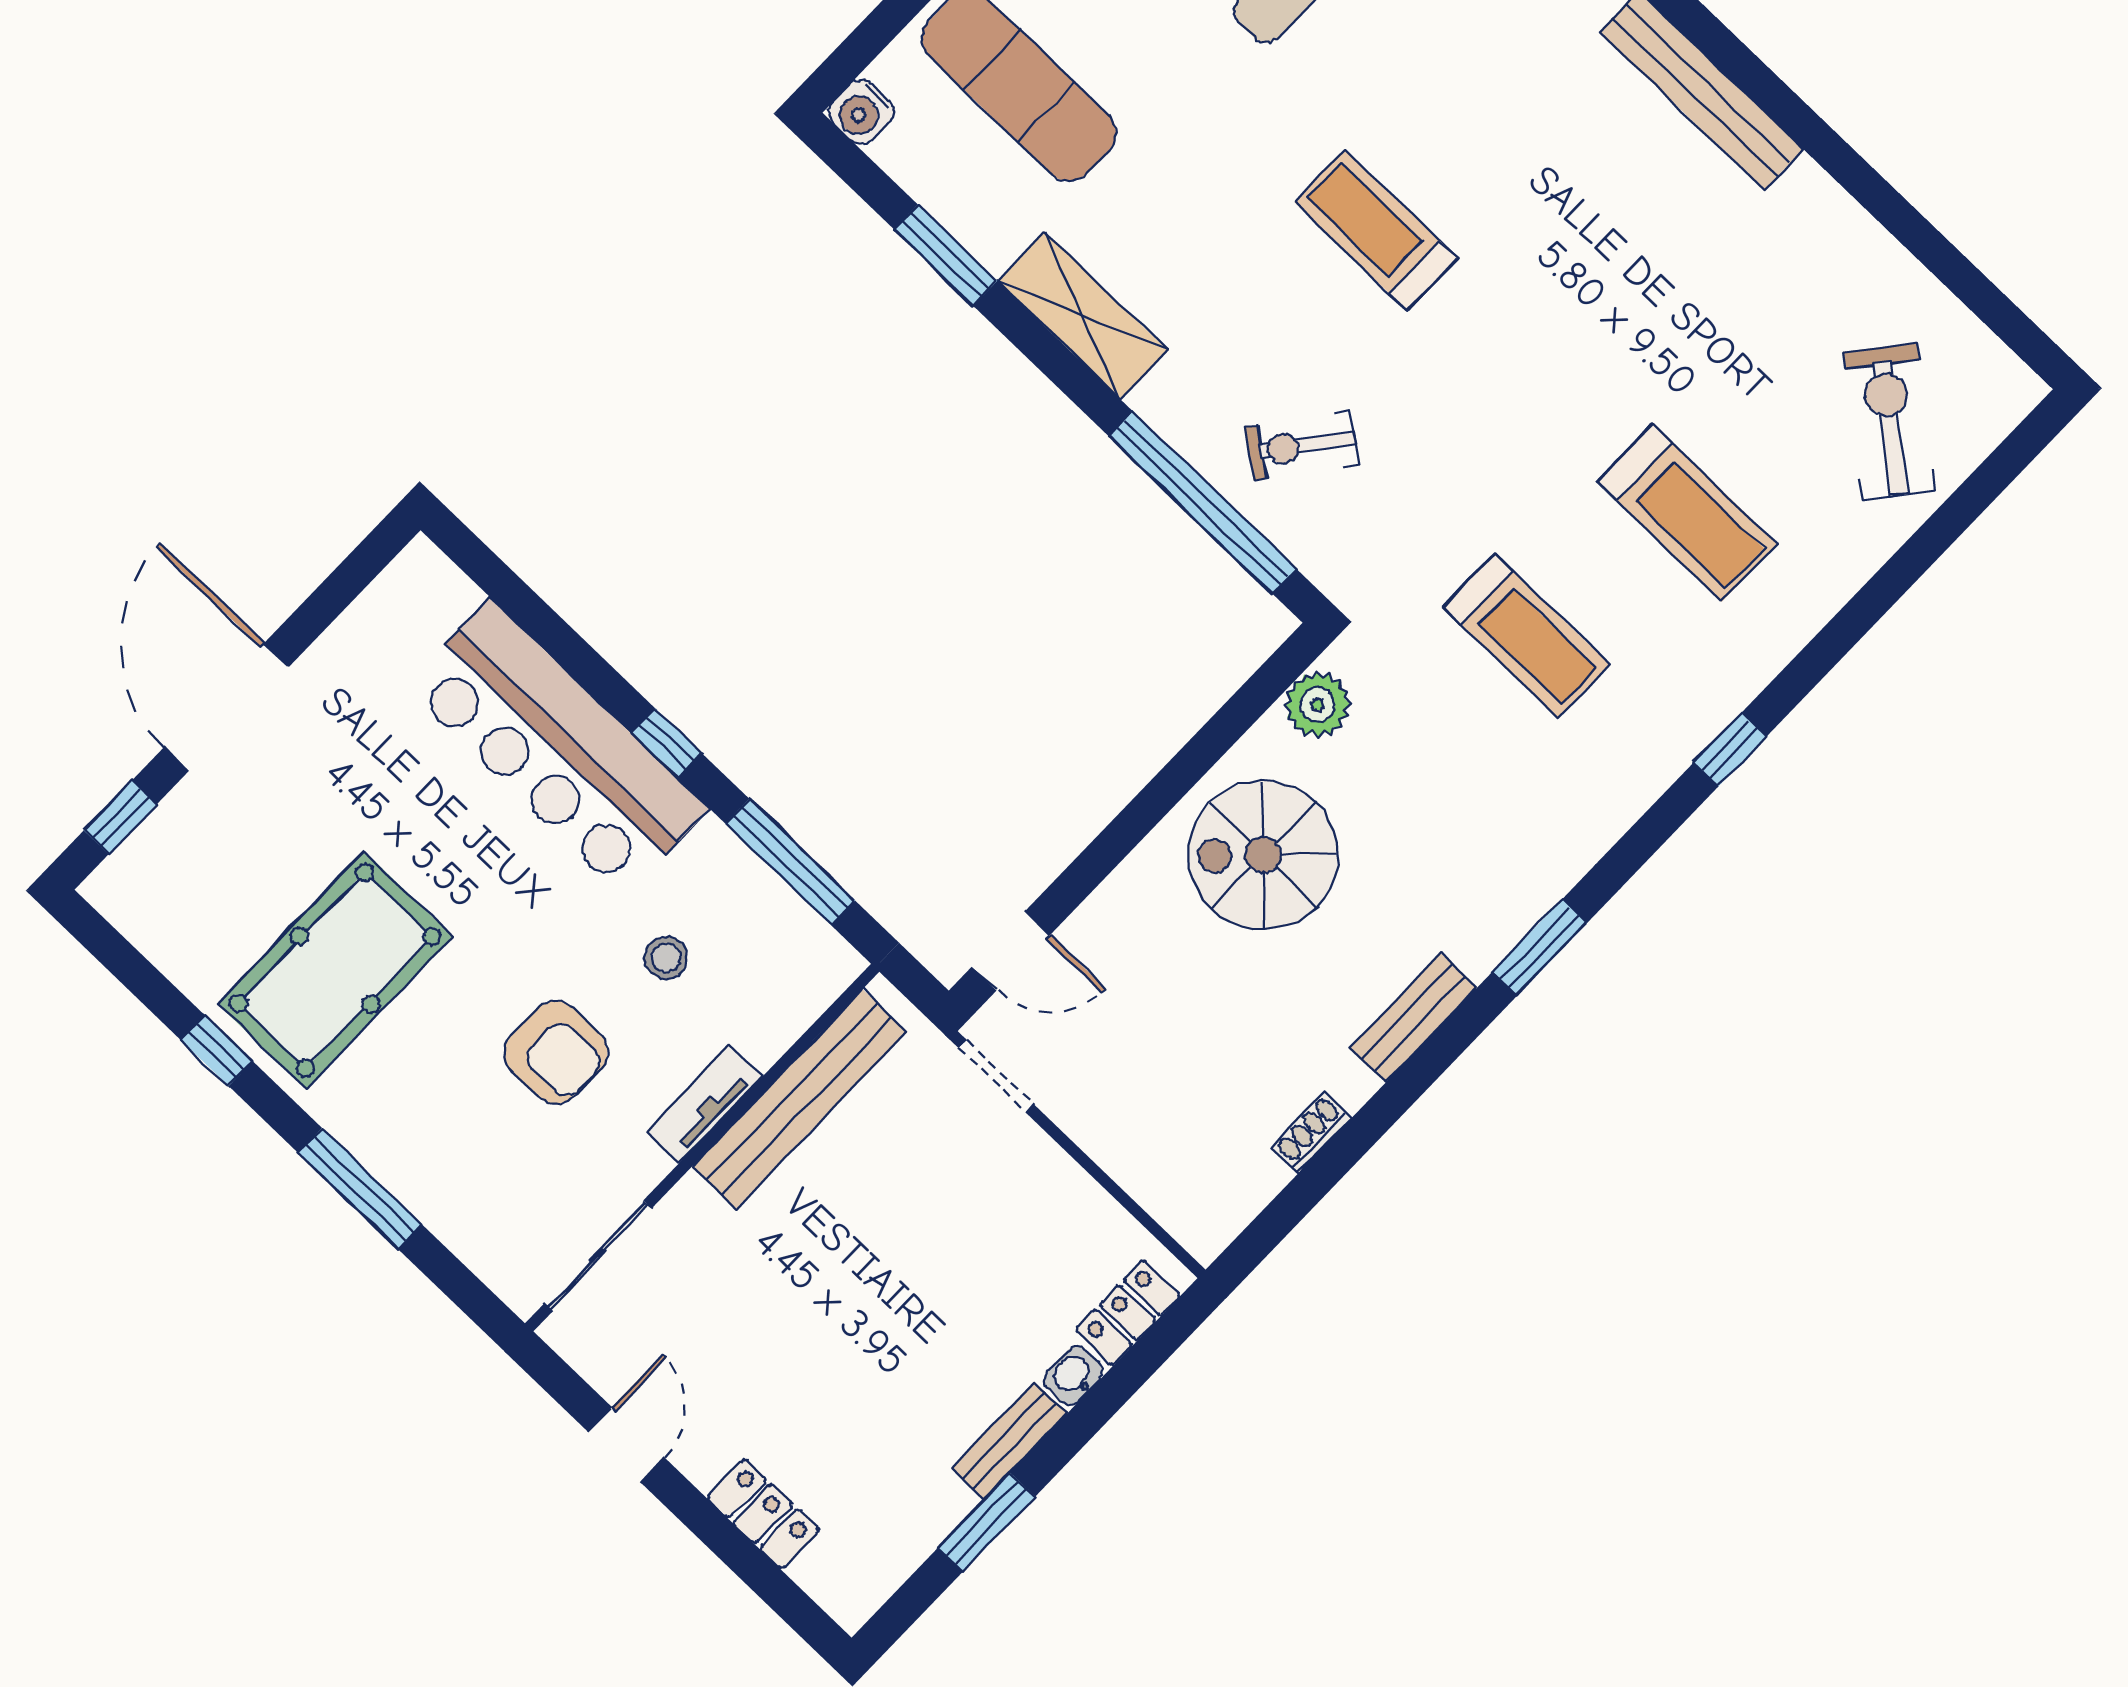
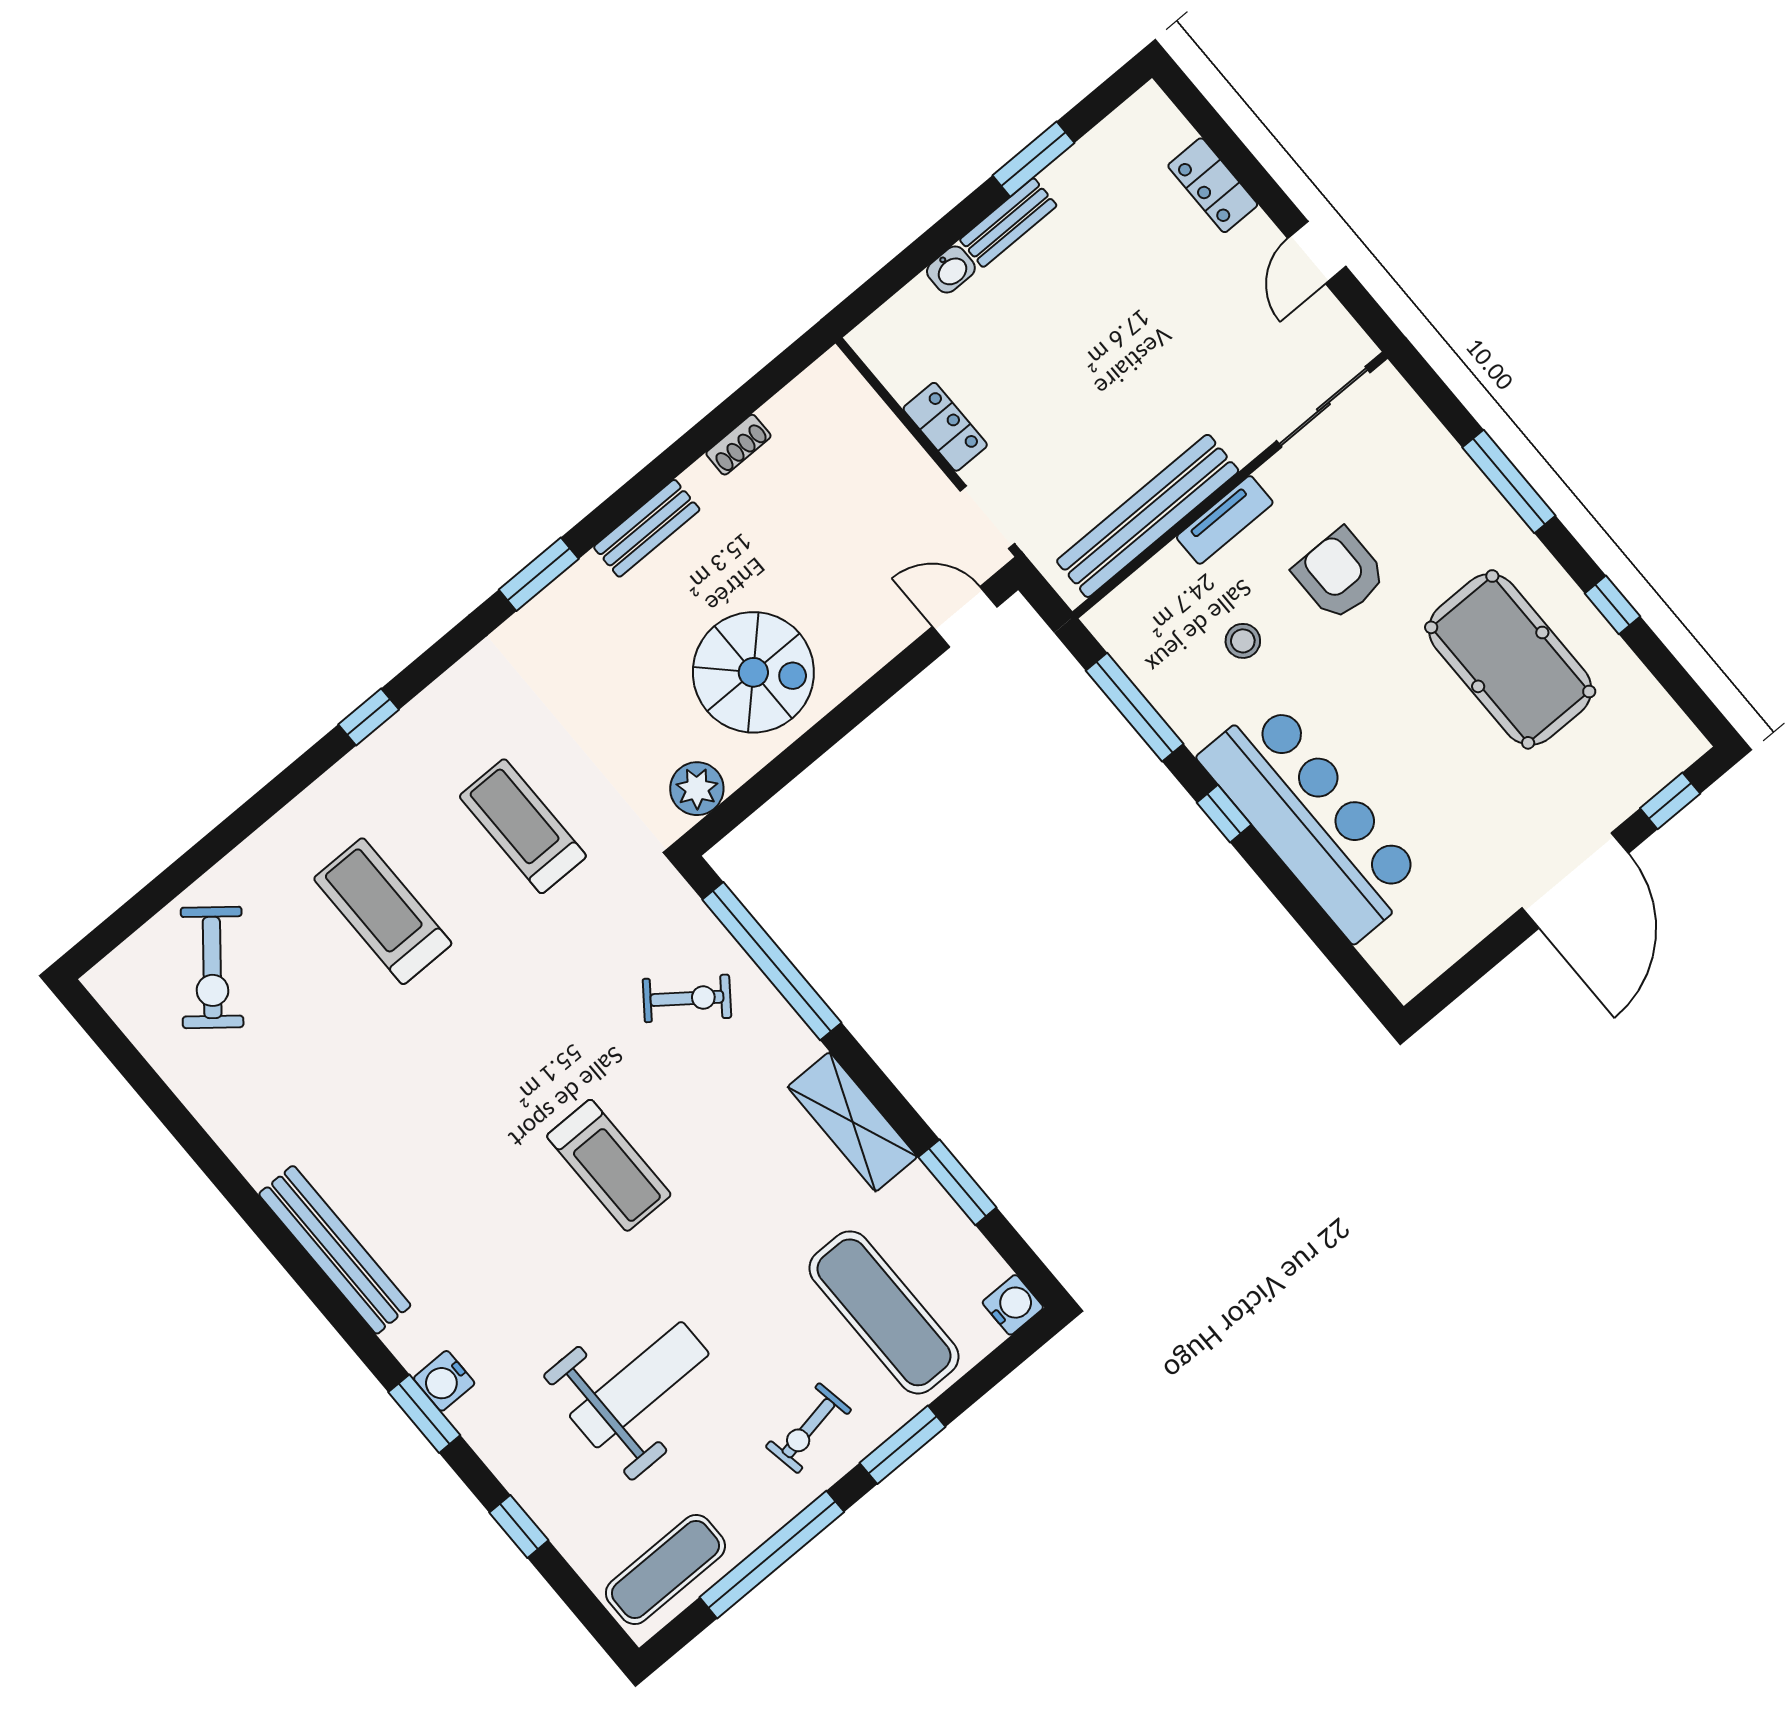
pool table: (335, 970) -> (1510, 659), turned 90
locker: (1128, 1313) -> (945, 427), moved, turned -90

